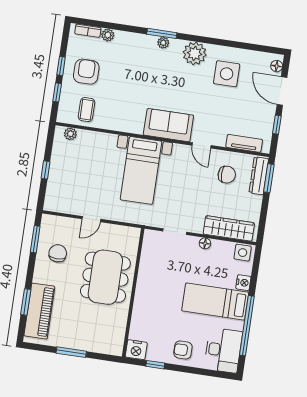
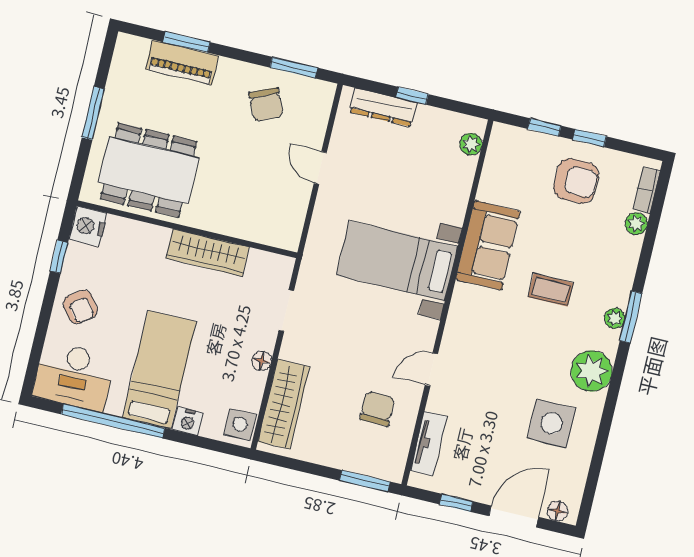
coffee table: (87, 110) -> (551, 290), moved
sofa: (168, 125) -> (488, 245), moved
chair: (227, 175) -> (377, 409), turned 180
dresser: (259, 176) -> (383, 107), moved, turned 180
chair: (58, 253) -> (266, 105), turned 66
dining table: (105, 277) -> (149, 170), moved
wardrobe: (146, 280) -> (208, 253), added
piano: (39, 311) -> (182, 62), width x0.73, depth x0.75
armchair: (183, 350) -> (80, 307), turned 143

